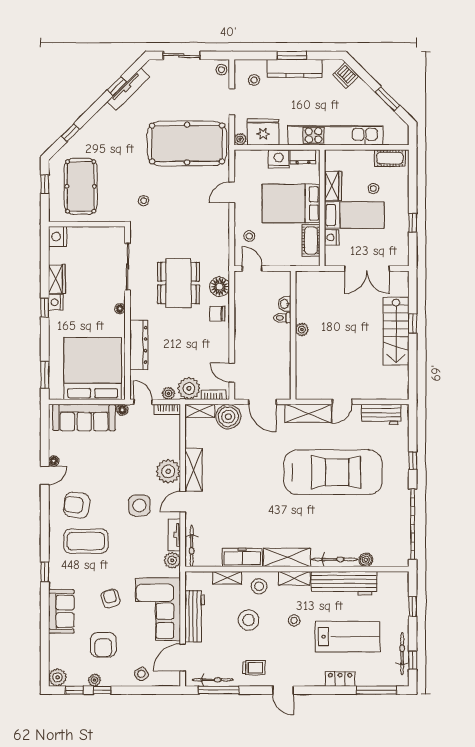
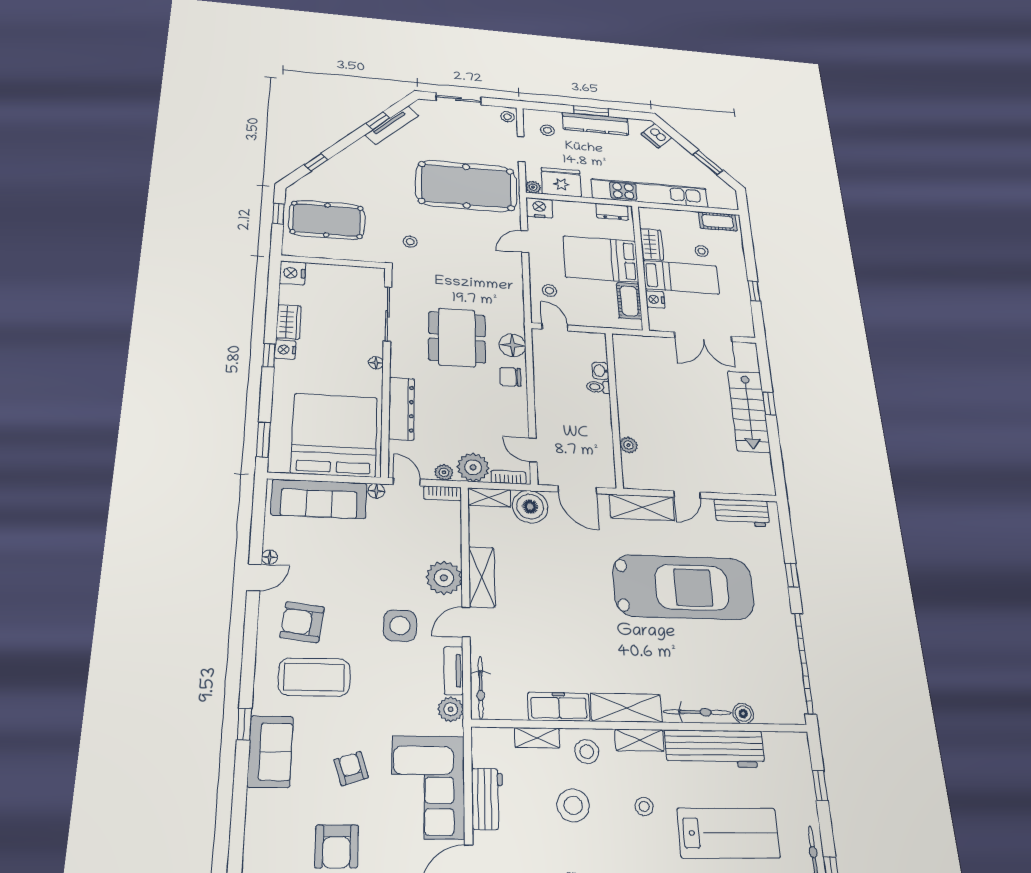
nightstand: (279, 159) -> (539, 208), moved
pool table: (81, 186) -> (327, 220), turned 90
plant: (302, 330) -> (629, 445), moved
sofa: (61, 611) -> (270, 751), moved
workbench: (195, 616) -> (487, 799), width x0.73

